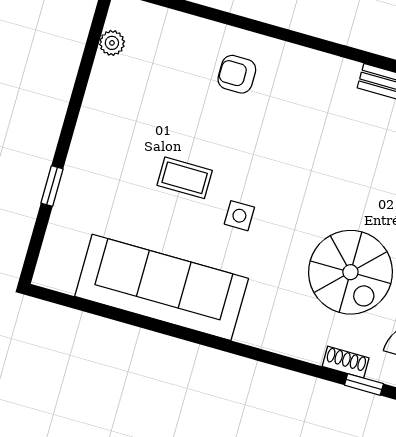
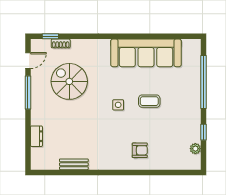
window: (83, 75) -> (203, 132), added
window: (52, 186) -> (203, 82), width x3.17
side table: (239, 216) -> (118, 105), moved

